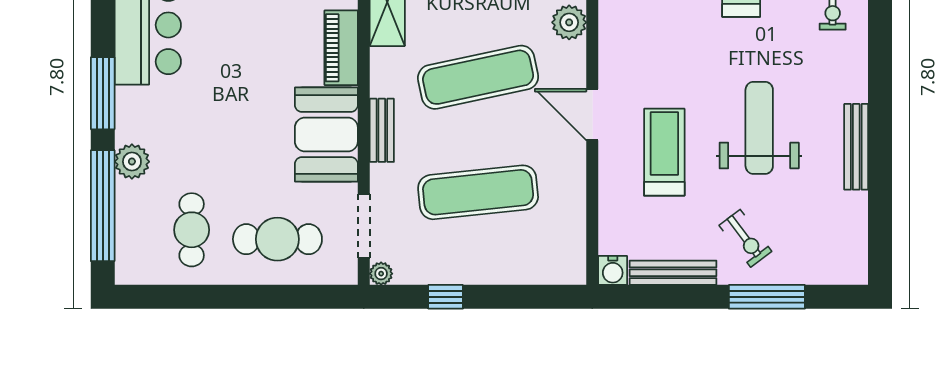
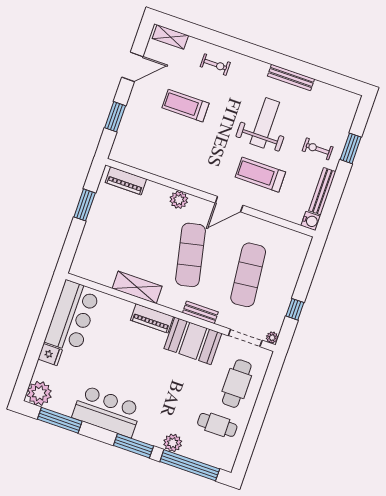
weight bench: (759, 128) -> (265, 123), turned 90
exercise bike: (745, 238) -> (318, 149), turned -143
window: (767, 297) -> (351, 148), width x0.69

